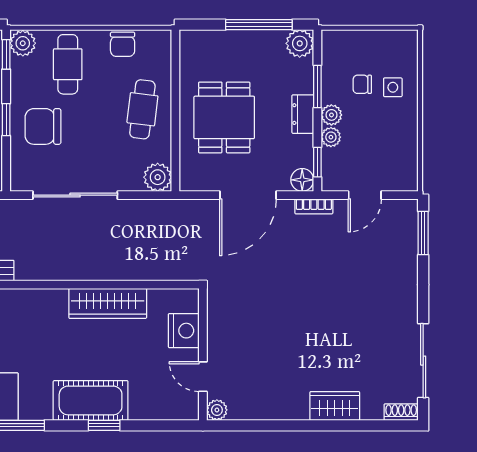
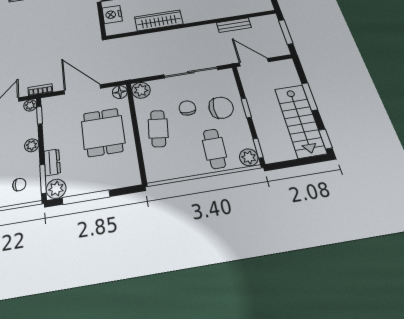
chair: (123, 44) -> (187, 108), moved
chair: (362, 84) -> (19, 185), moved
window: (317, 87) -> (43, 179), moved
dresser: (303, 114) -> (52, 162), moved
plant: (331, 137) -> (30, 105), moved
floor lamp: (302, 180) -> (120, 92), moved
door: (248, 195) -> (82, 89), hinge flipped

